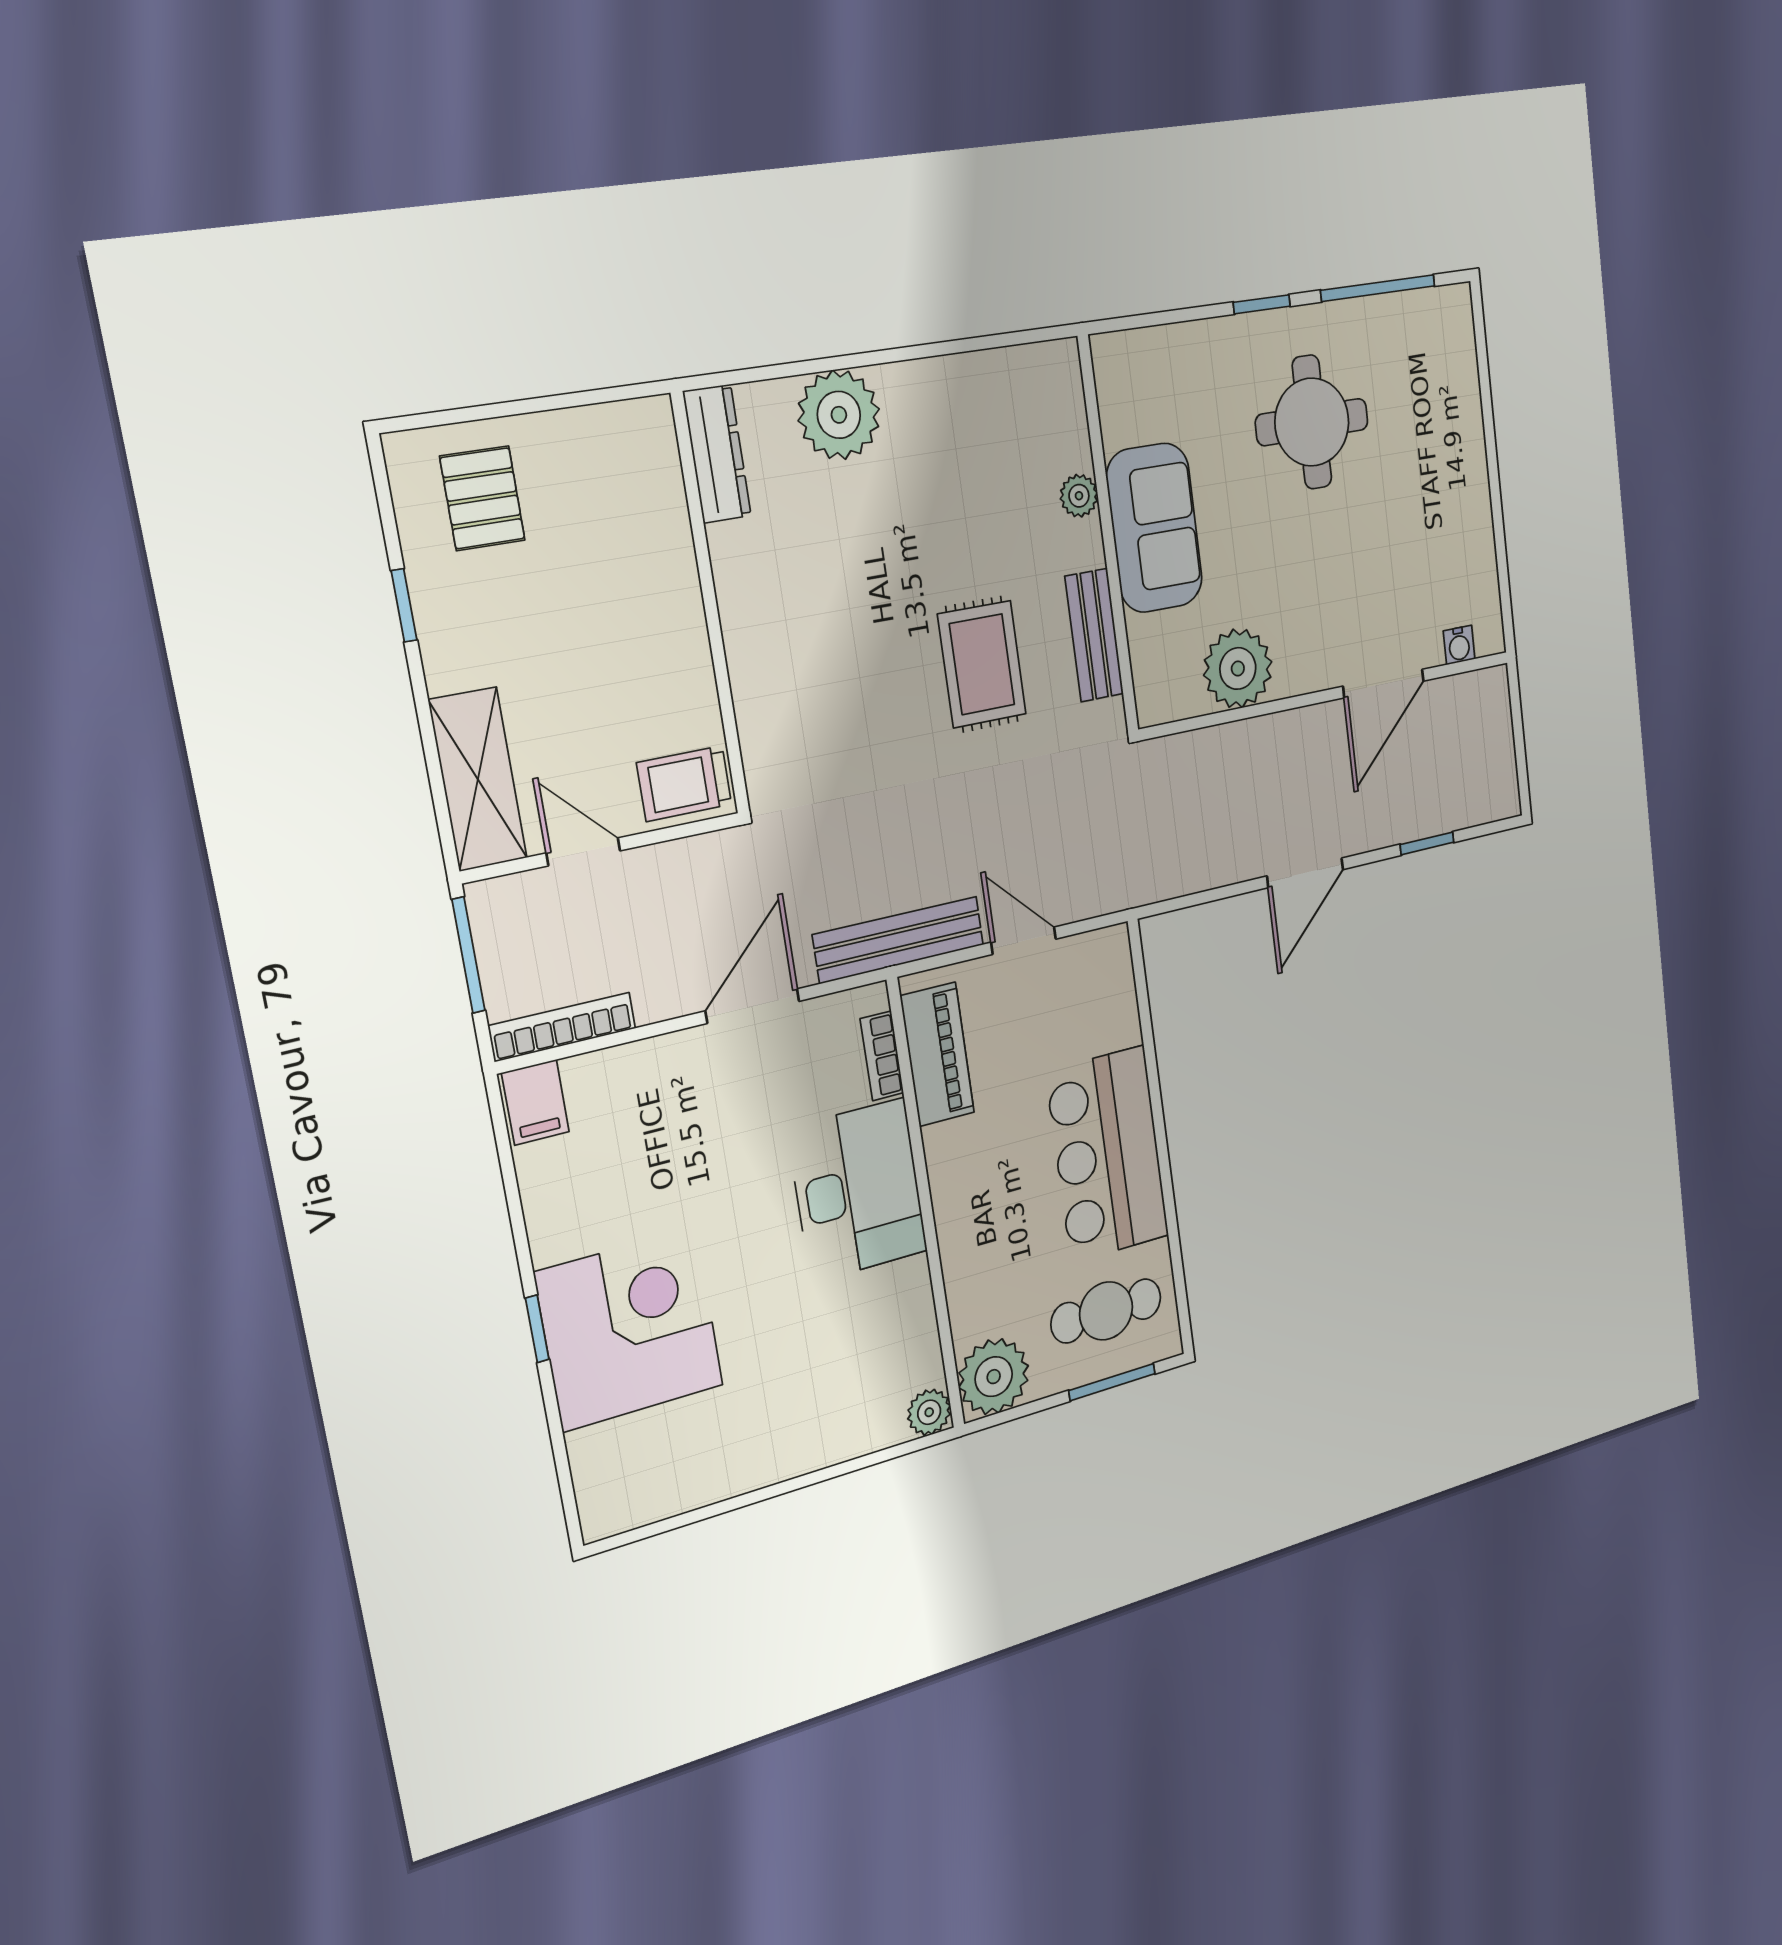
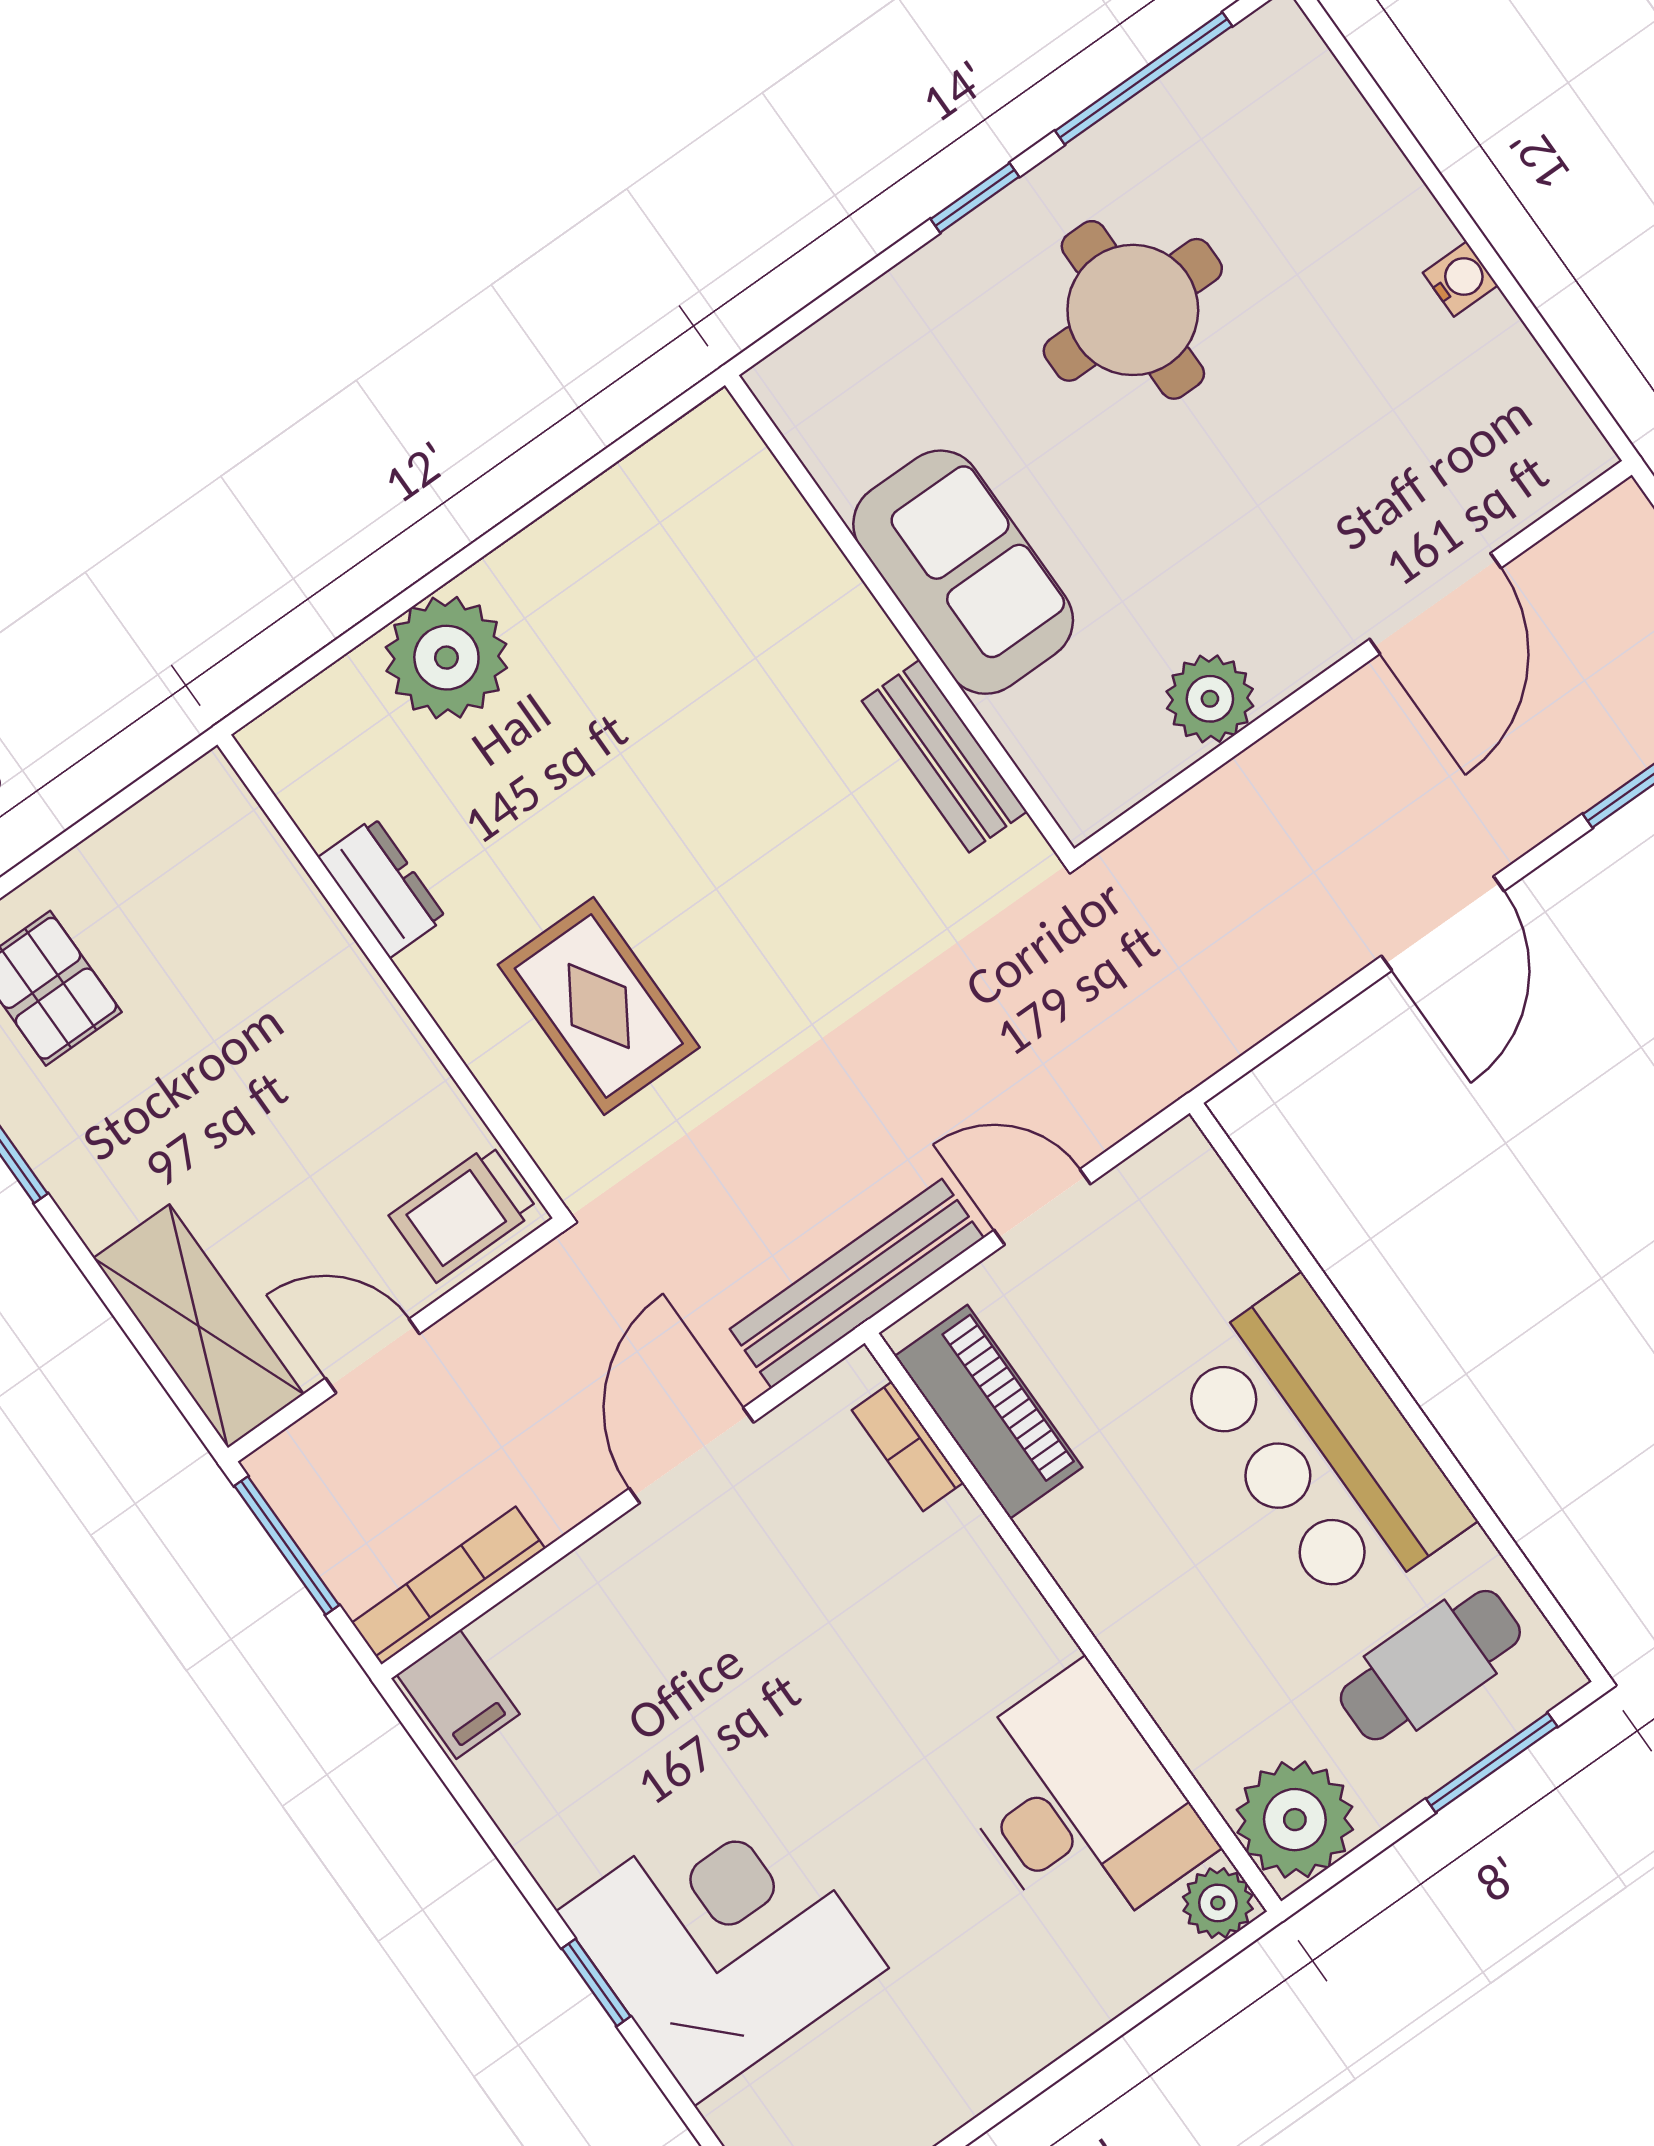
dresser: (717, 454) -> (382, 888), moved, width x0.70
plant: (1079, 496) -> (830, 587), removed
water cooler: (1459, 645) -> (1460, 279), moved, turned -90
rug: (982, 664) -> (599, 1006), moved
plant: (1238, 669) -> (1210, 699), width x0.73, depth x0.73
desk: (858, 1190) -> (1078, 1805), moved

